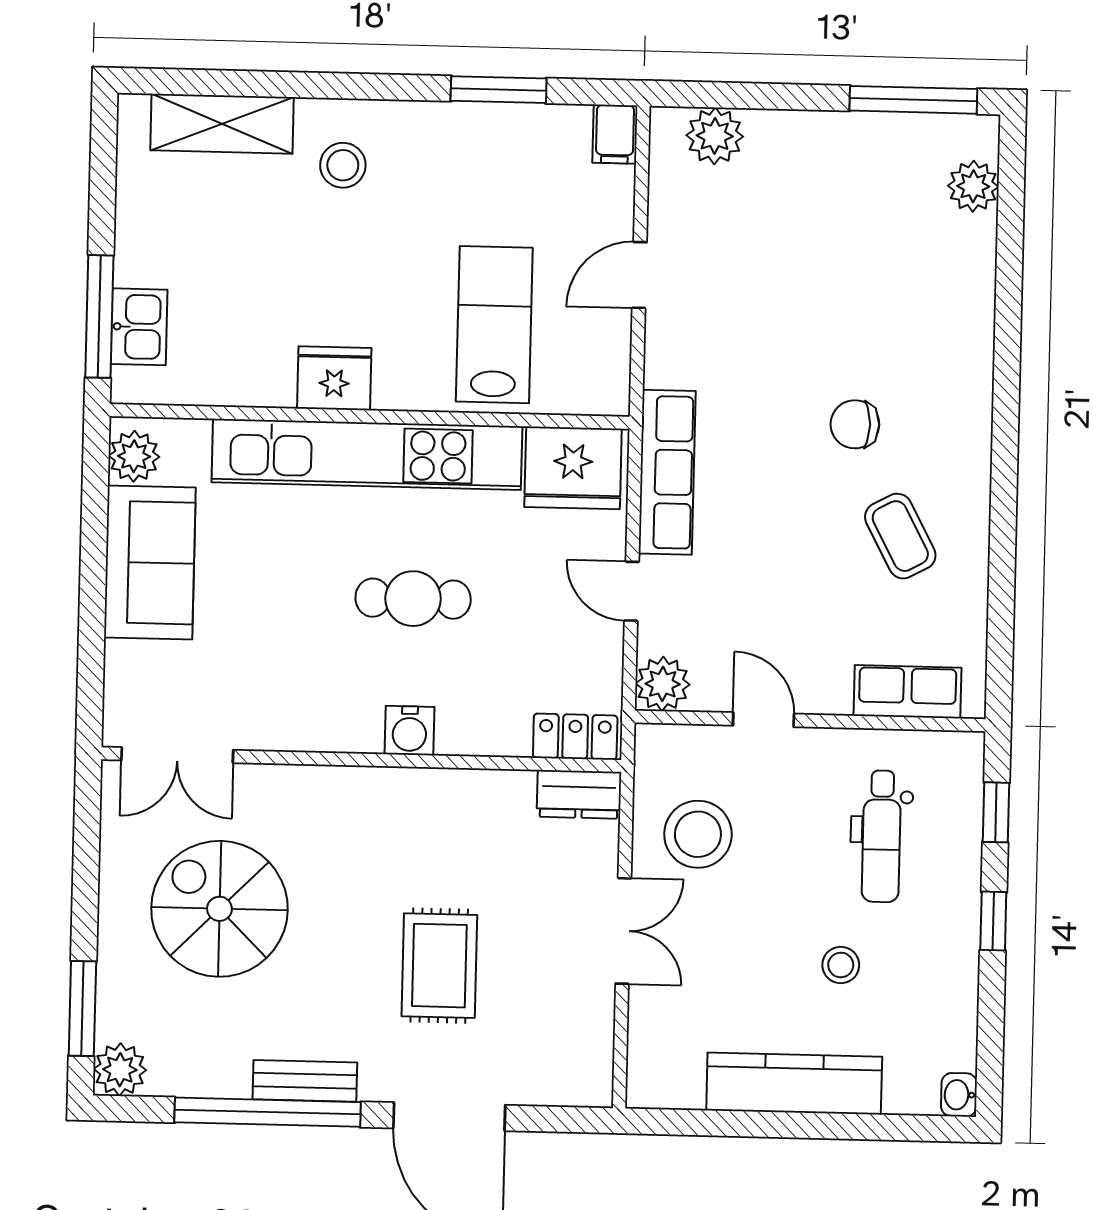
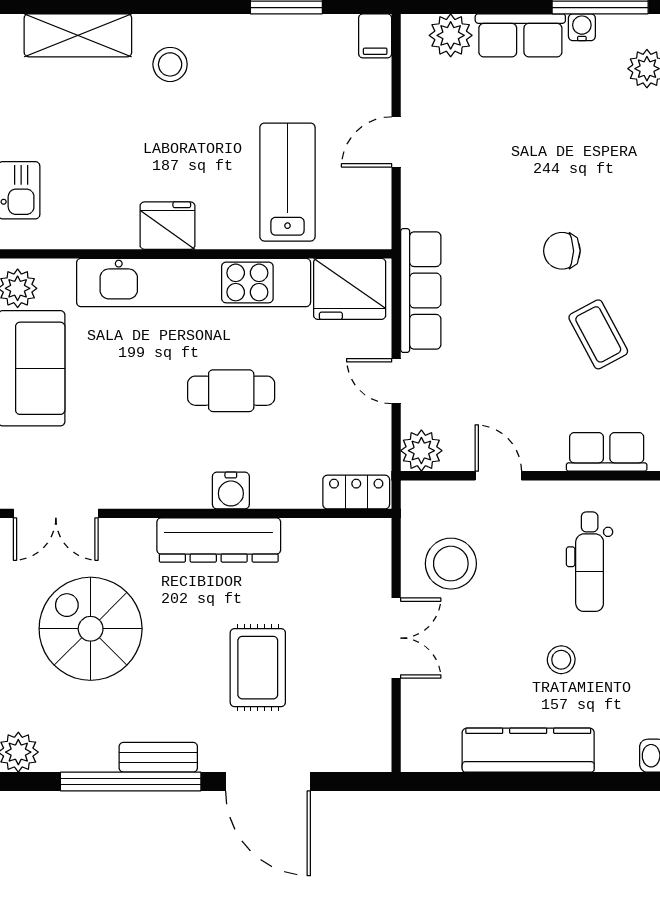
water cooler: (889, 129) -> (582, 27), added
row of seats: (807, 138) -> (520, 35), added
dresser: (579, 794) -> (219, 540), moved, width x1.96, depth x1.24

